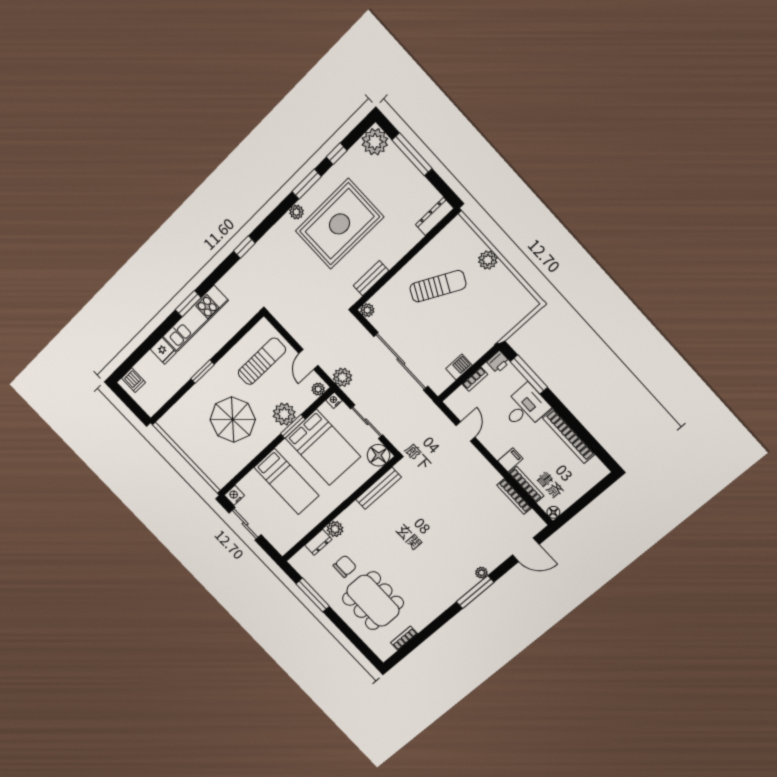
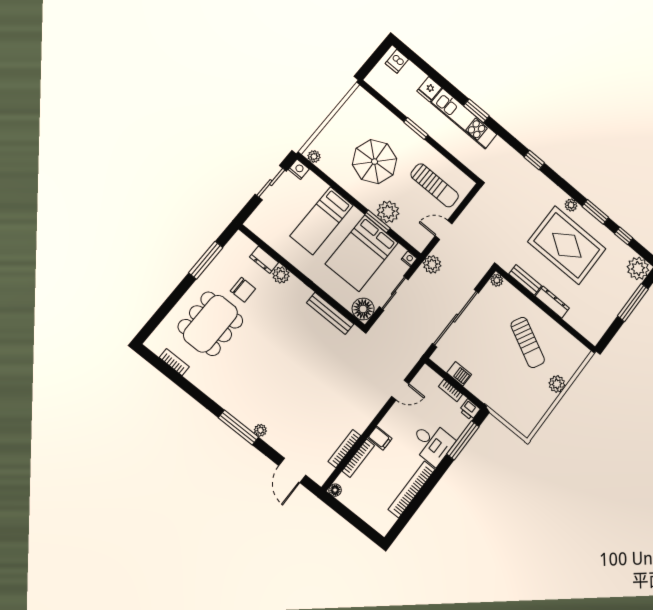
dresser: (435, 216) -> (552, 302), moved
plant: (318, 389) -> (314, 157), moved

